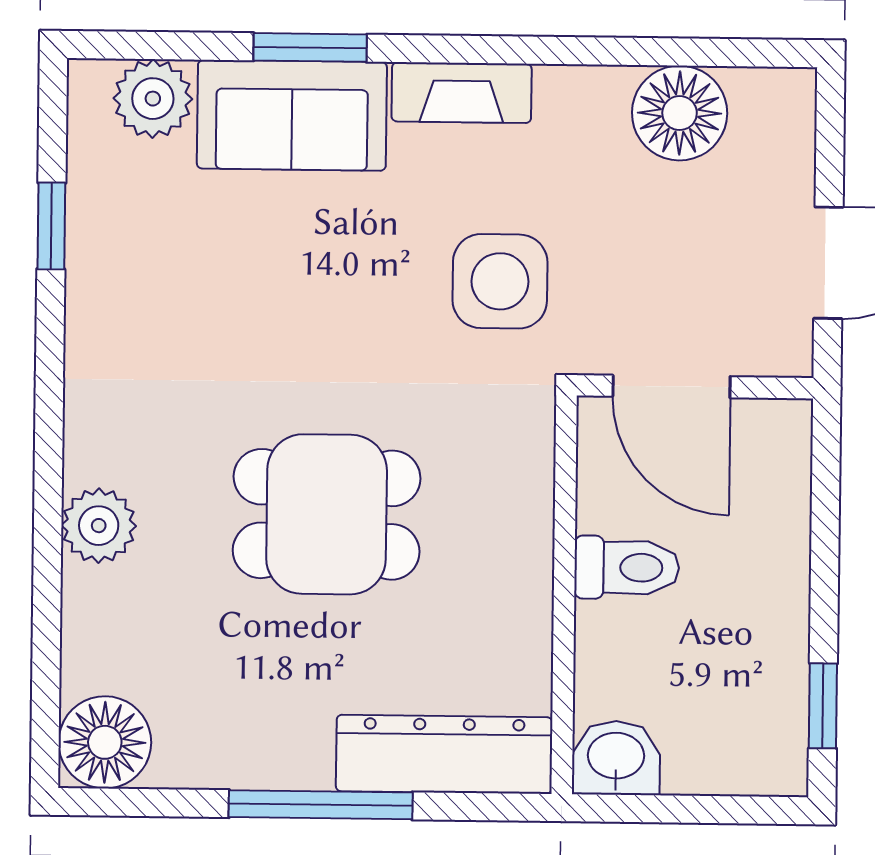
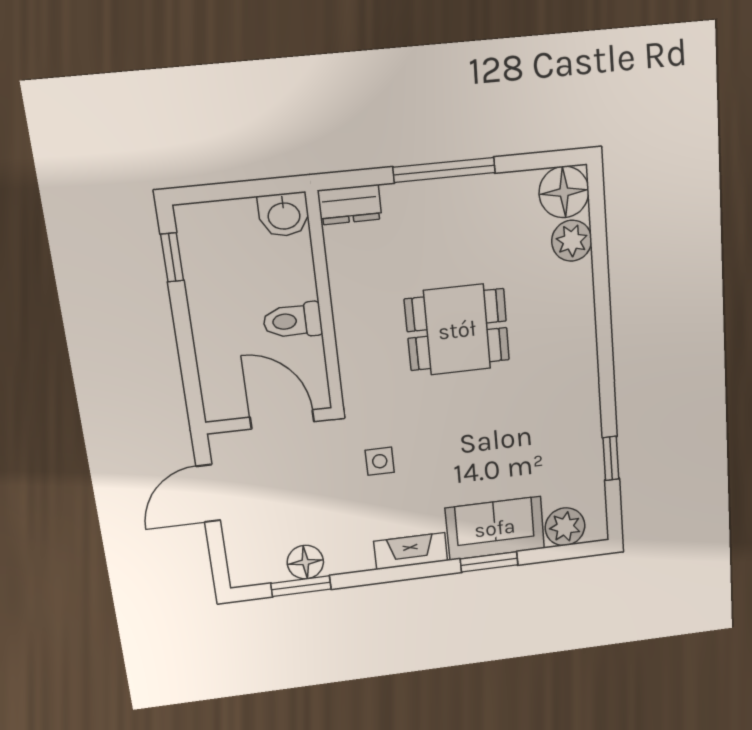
window: (682, 52) -> (301, 586), added
floor lamp: (680, 113) -> (305, 562), width x0.73, depth x0.73
side table: (500, 281) -> (380, 461), width x0.54, depth x0.54
plant: (99, 526) -> (572, 241), moved
dresser: (444, 754) -> (350, 205), width x0.51, depth x0.80

